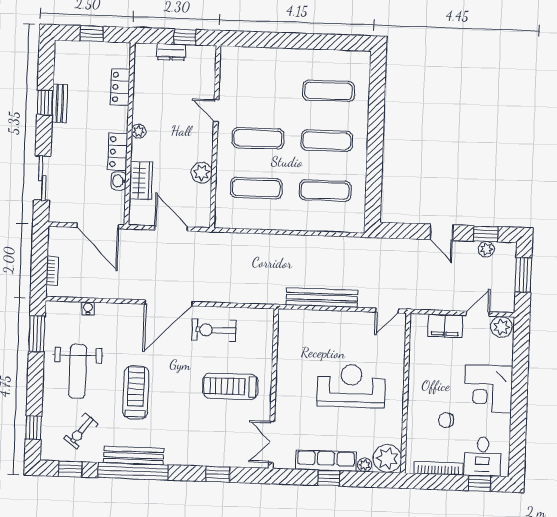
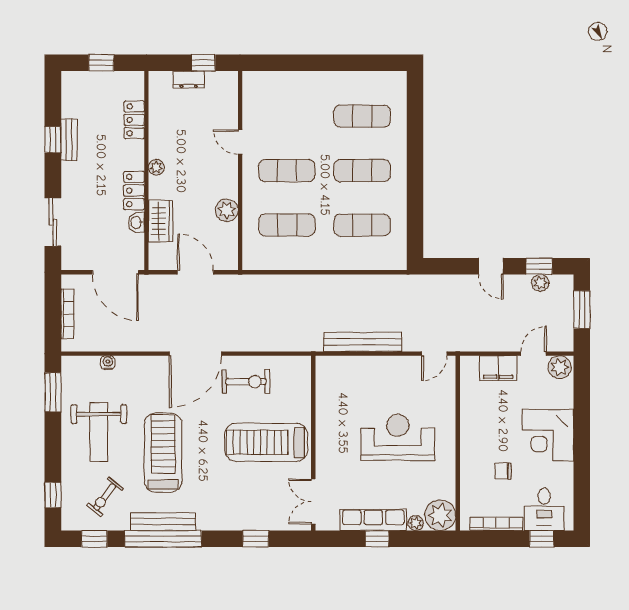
bookcase: (52, 271) -> (67, 314), width x1.56
exercise bike: (214, 330) -> (246, 382), turned 180
treadmill: (230, 386) -> (266, 442), width x1.37, depth x1.38
treadmill: (136, 392) -> (163, 453), width x1.37, depth x1.38

